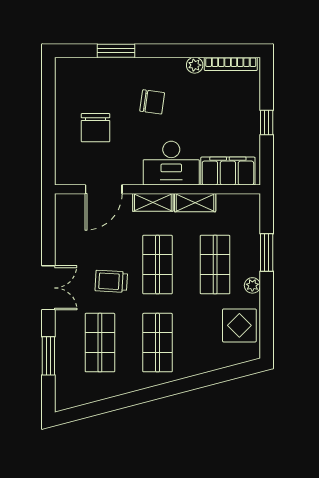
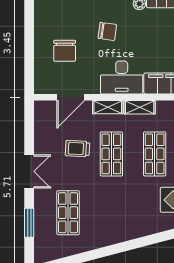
trolley: (111, 281) -> (78, 149), moved
shop shelf: (158, 343) -> (111, 213), removed

